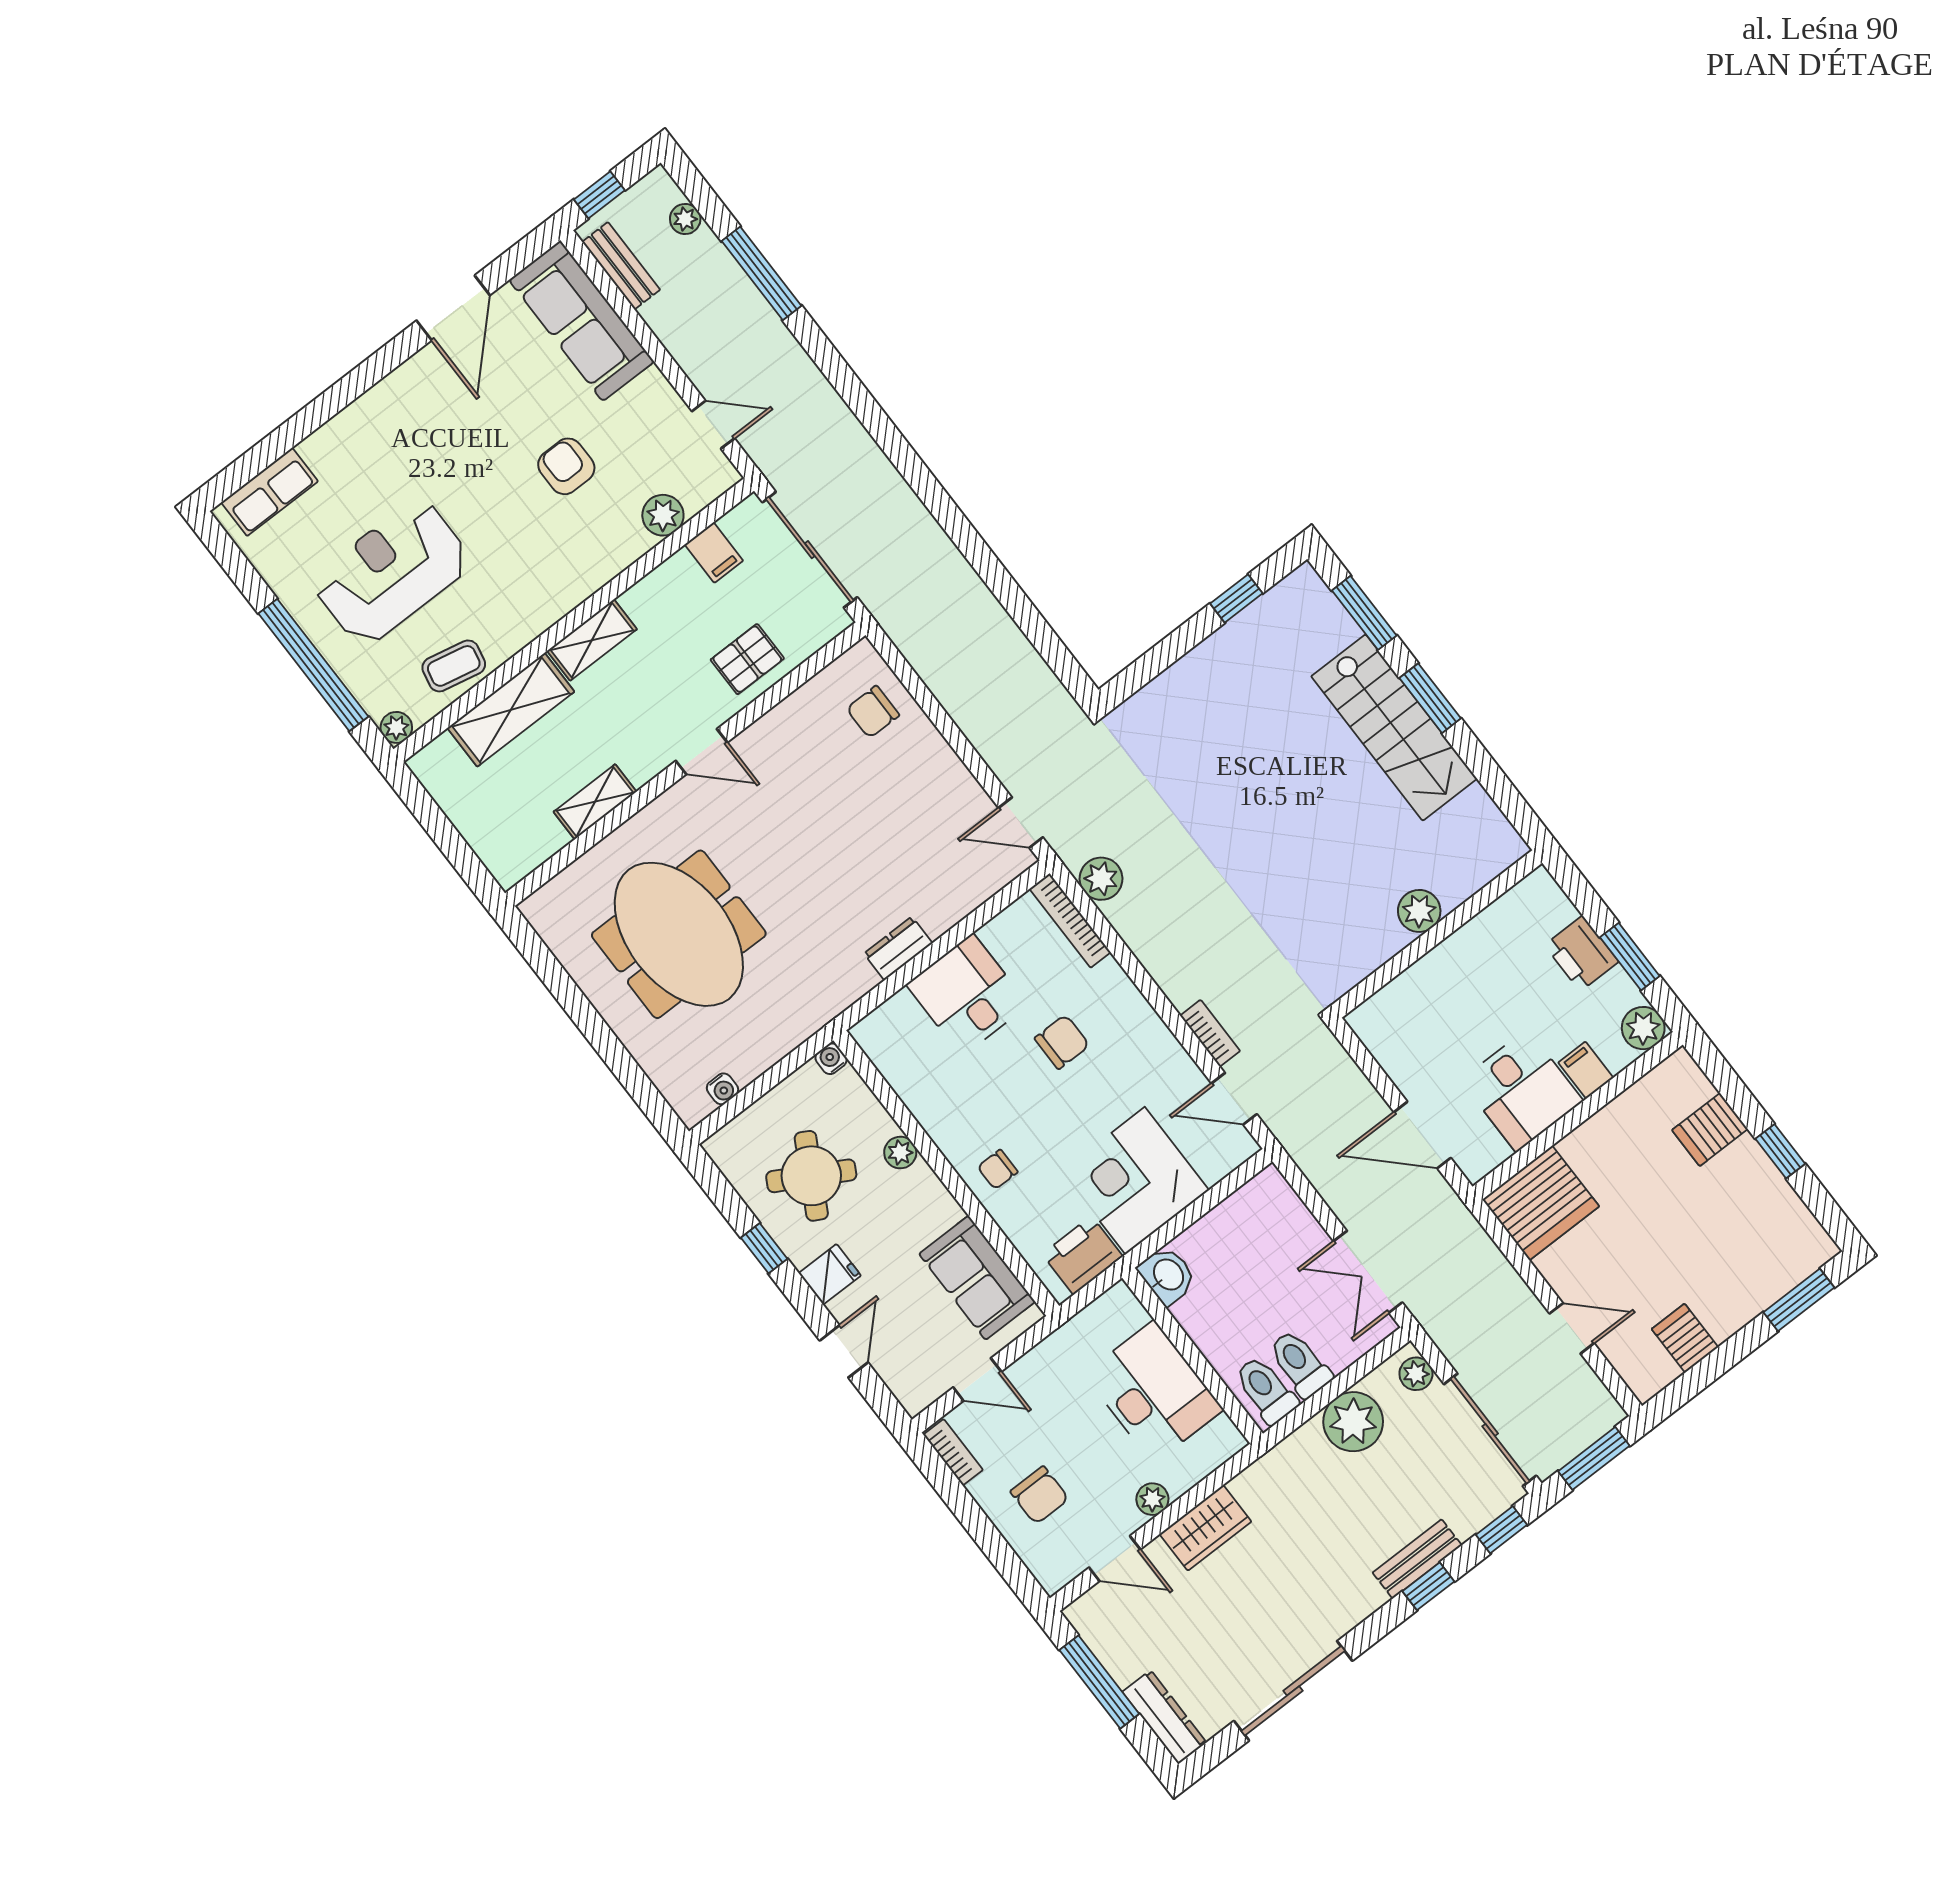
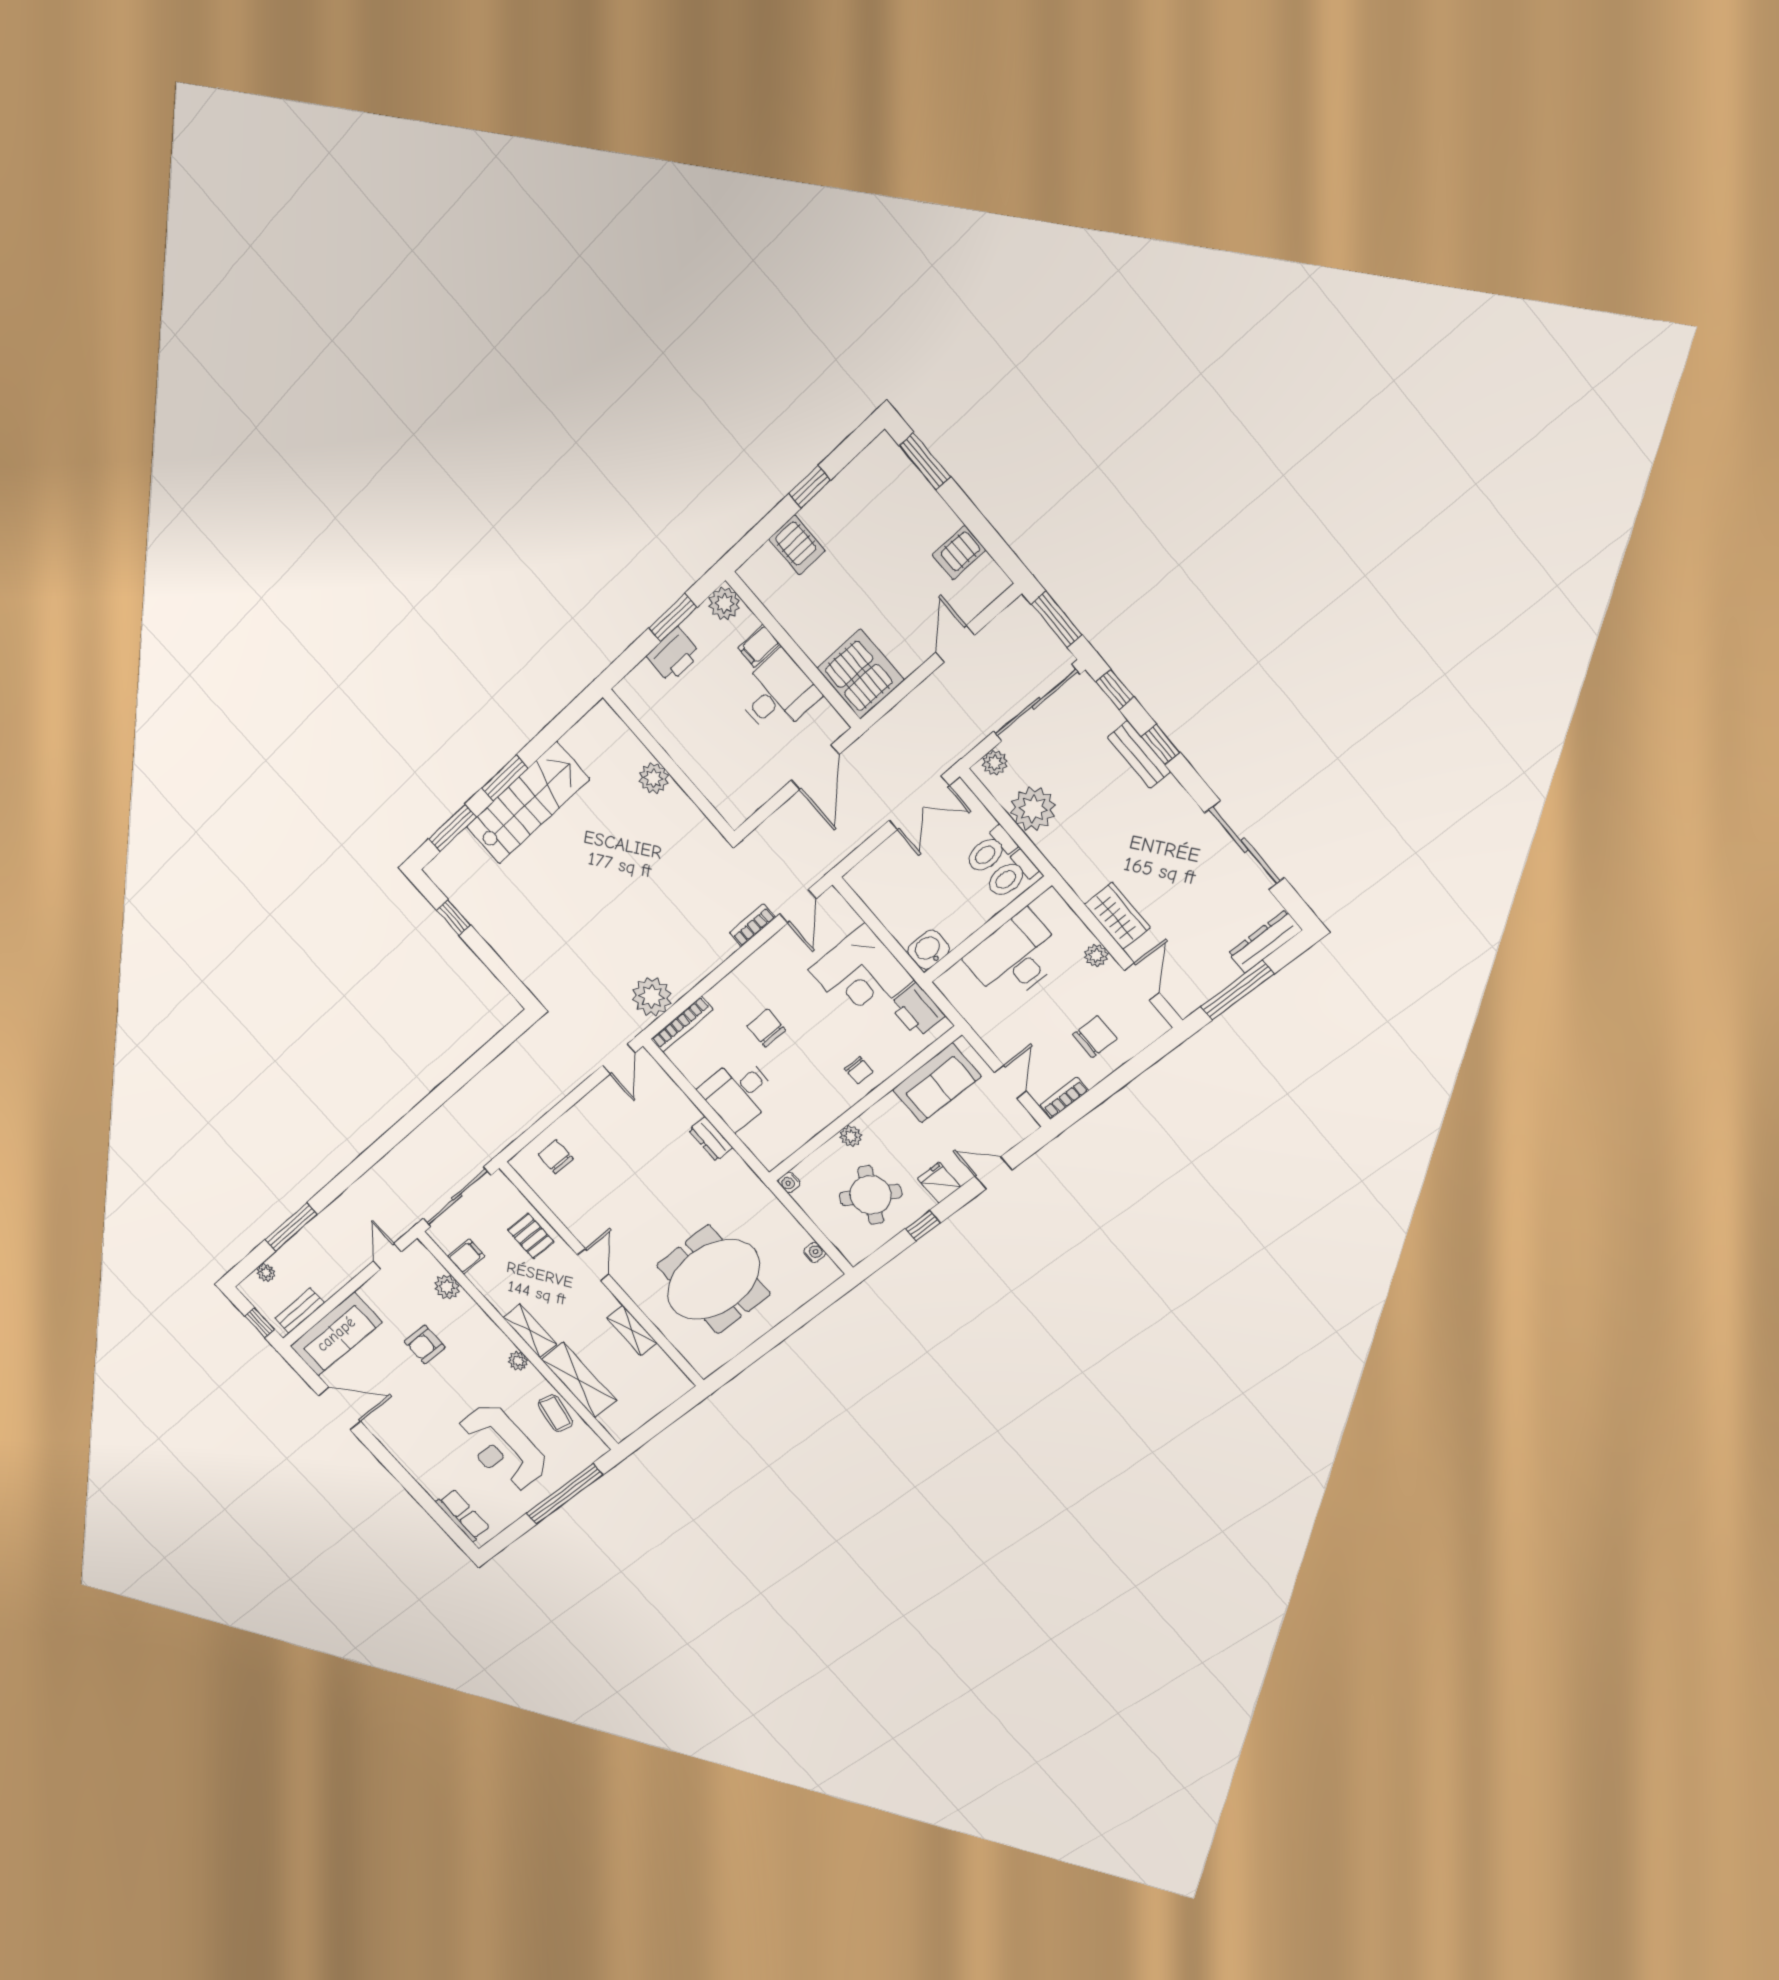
chair: (873, 712) -> (556, 1157), turned 180
plant: (396, 727) -> (518, 1361), moved
plant: (1101, 879) -> (652, 997), width x1.36, depth x1.36

